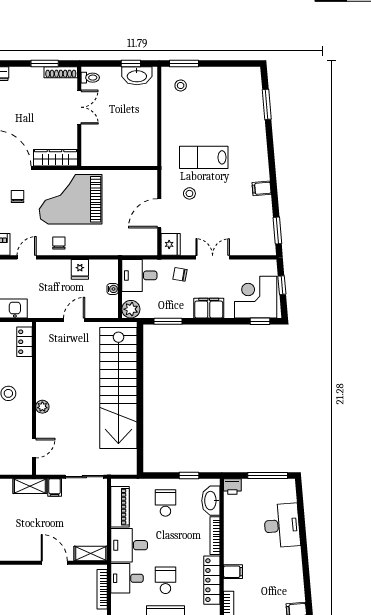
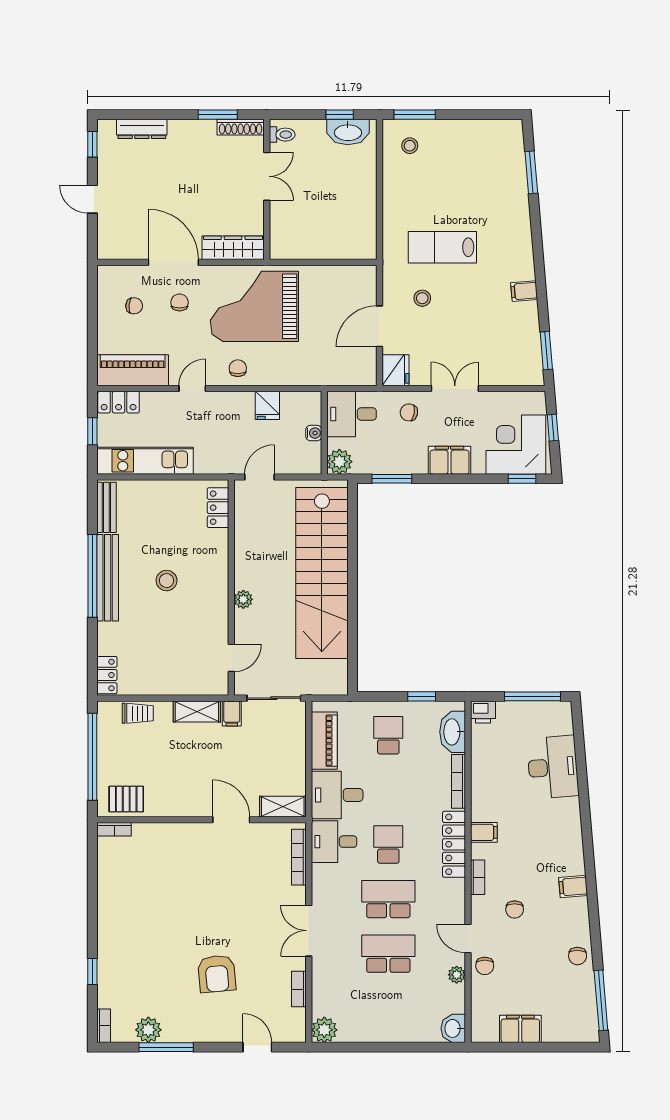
locker: (24, 342) -> (218, 508), moved
wall: (34, 398) -> (231, 588), moved
plant: (42, 407) -> (243, 599), moved
door: (34, 448) -> (231, 658), moved

